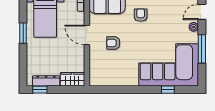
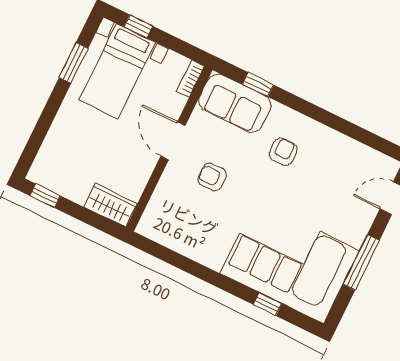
plant: (194, 27) -> (365, 217), removed
window: (23, 33) -> (74, 63), moved
dresser: (46, 81) -> (63, 186), removed

